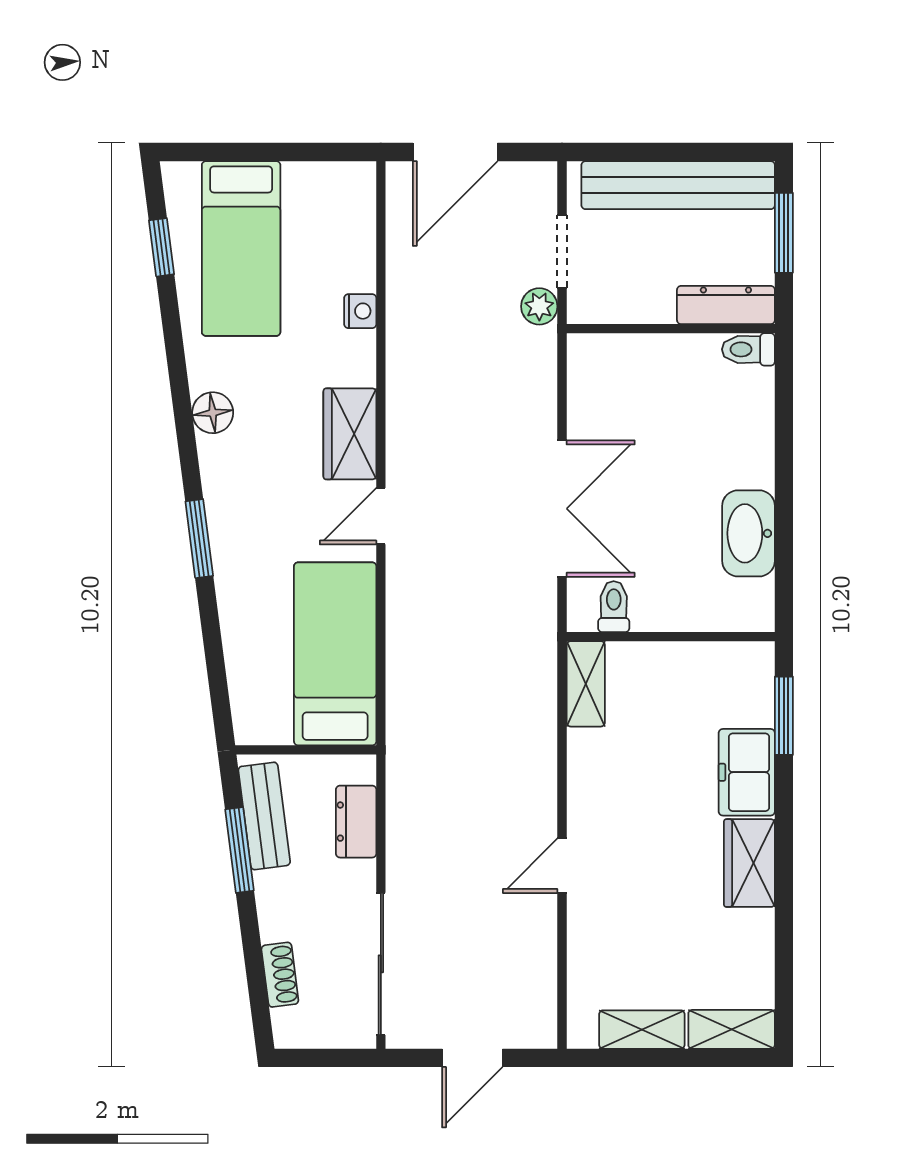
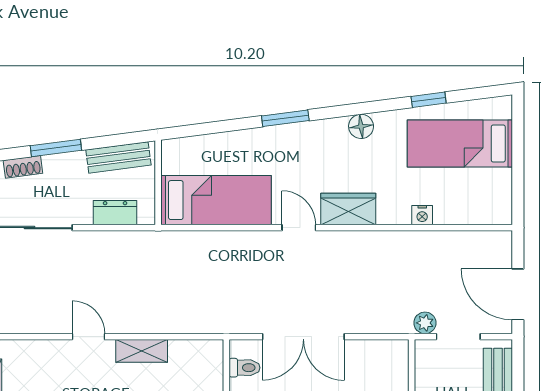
door: (455, 152) -> (518, 294), moved
window: (162, 247) -> (429, 100), moved
shelving: (586, 684) -> (142, 351), moved
window: (239, 850) -> (56, 148), moved

